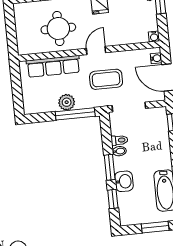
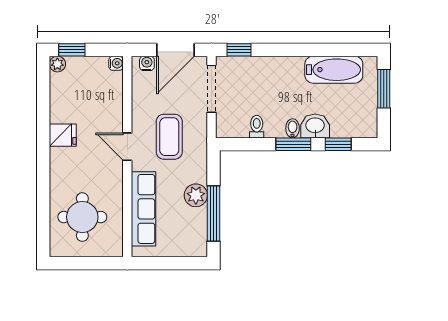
round table: (58, 28) -> (82, 217), moved
doorway: (129, 107) -> (211, 89), moved
window: (75, 114) -> (213, 213), moved
bidet: (119, 151) -> (293, 128), moved

